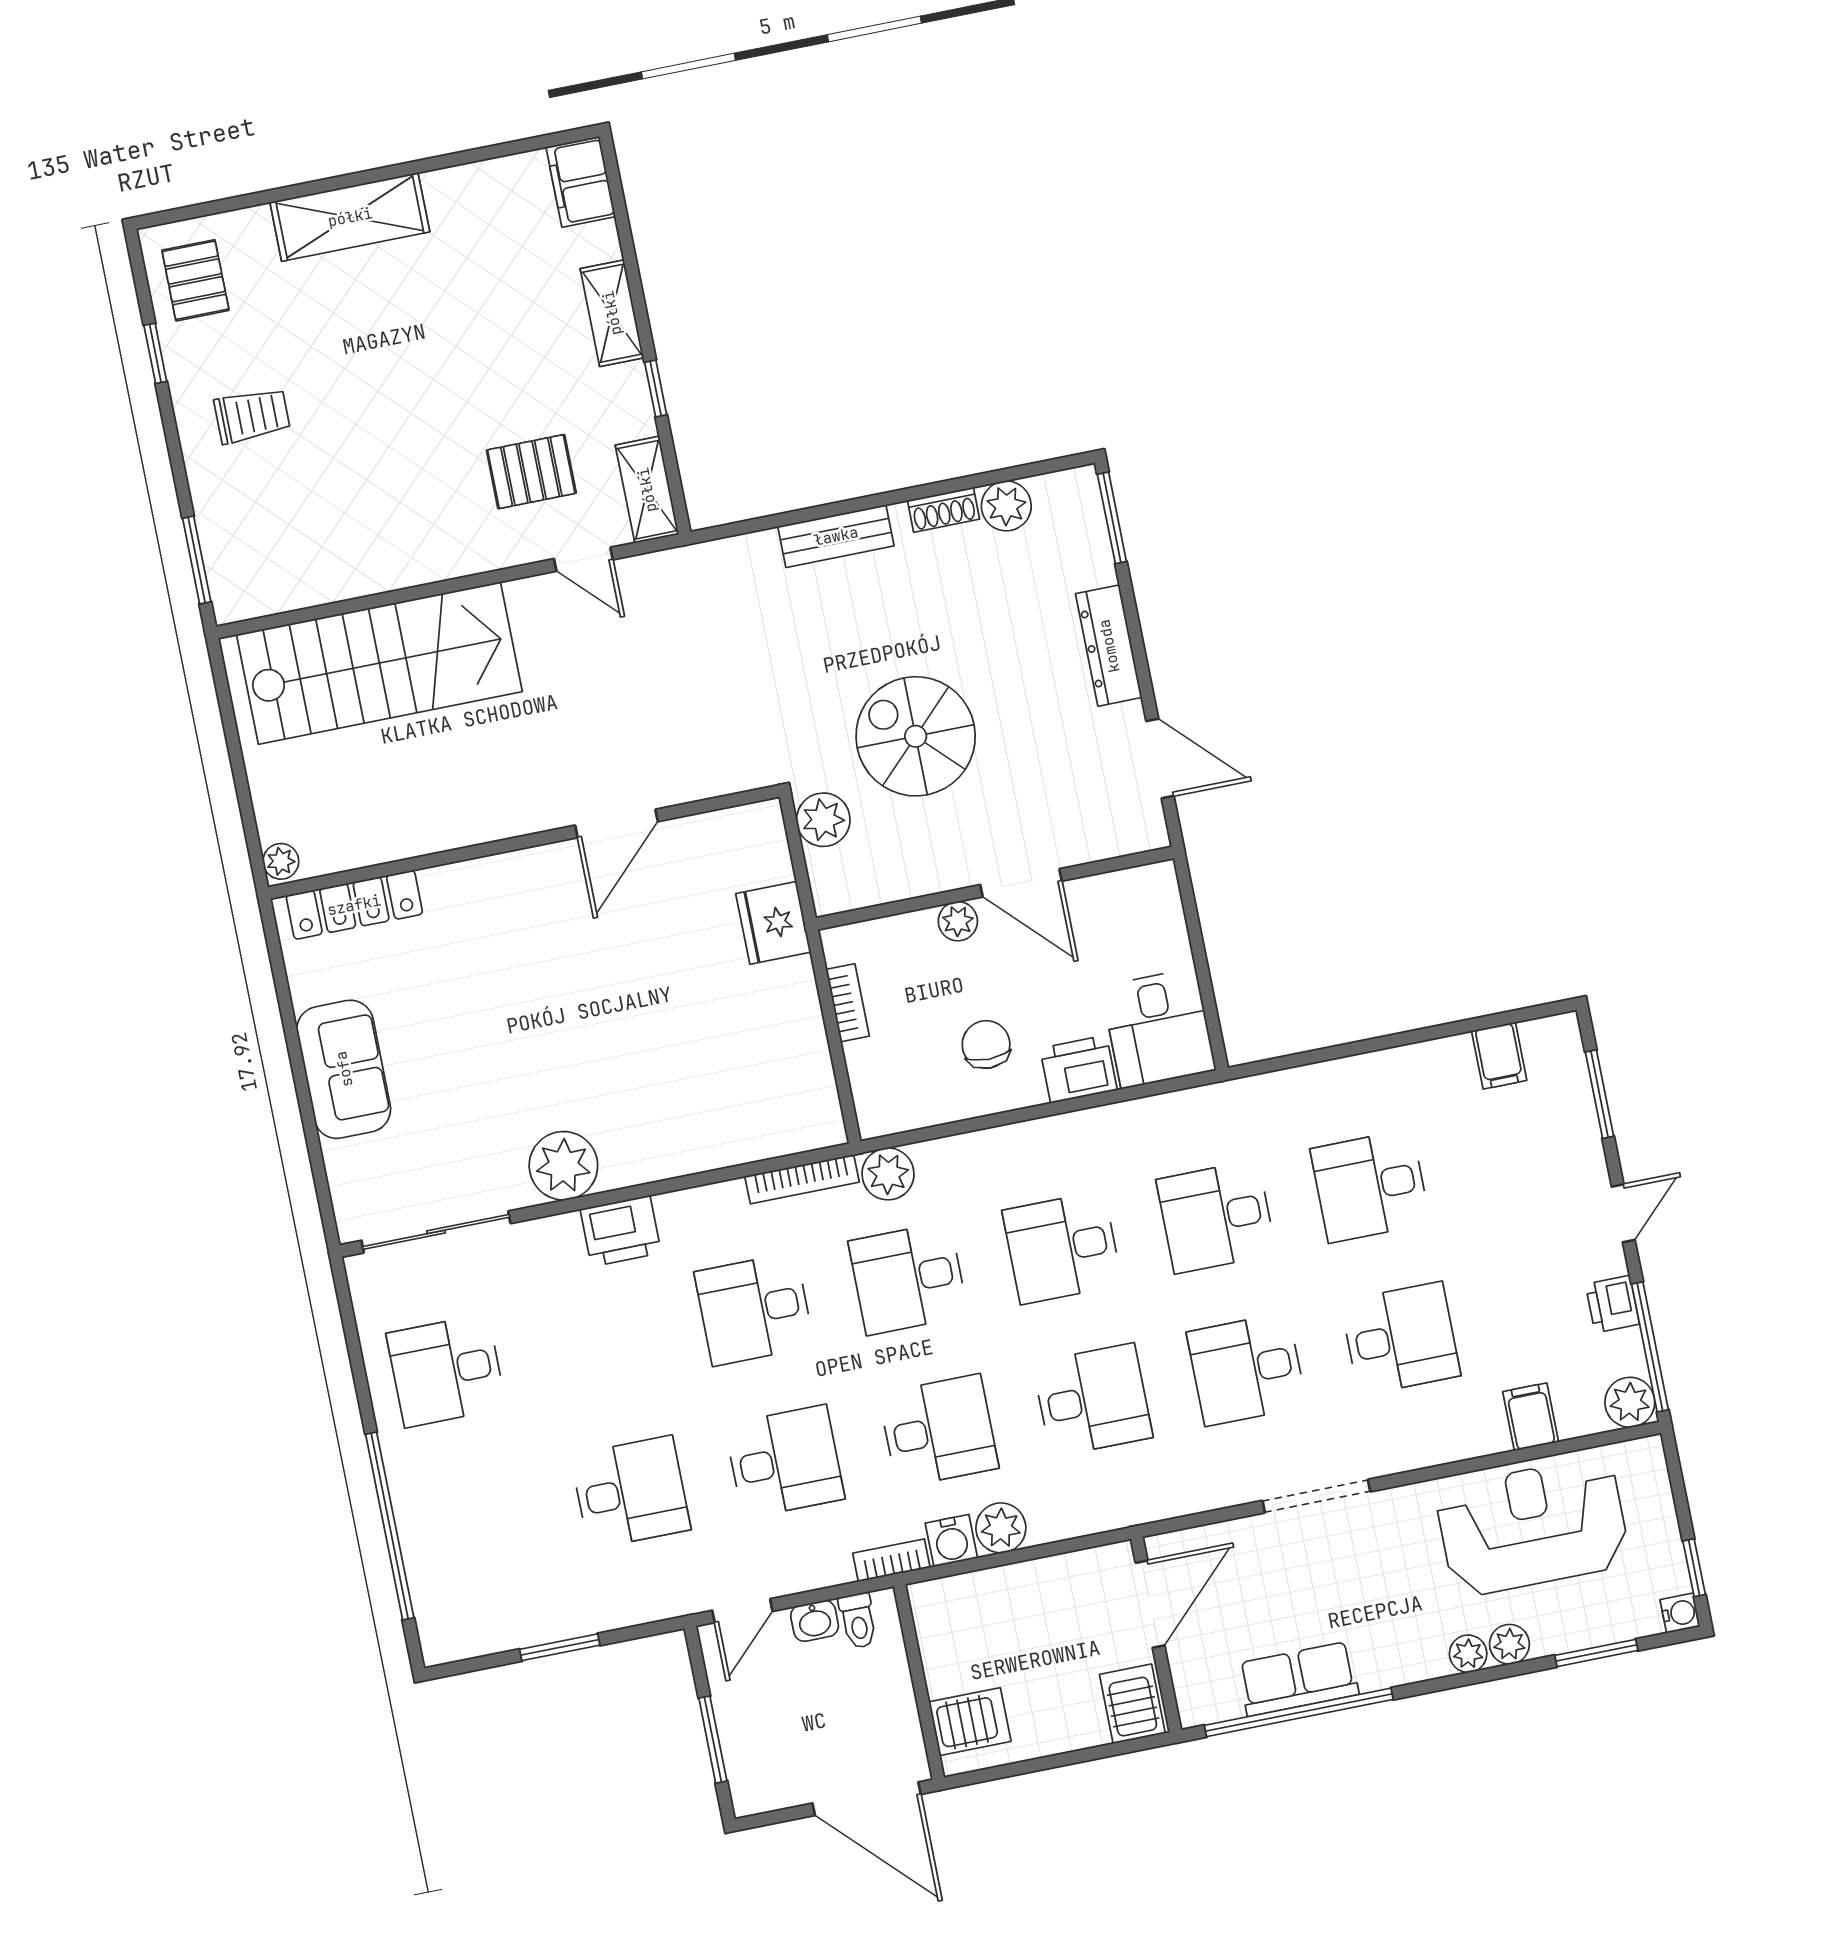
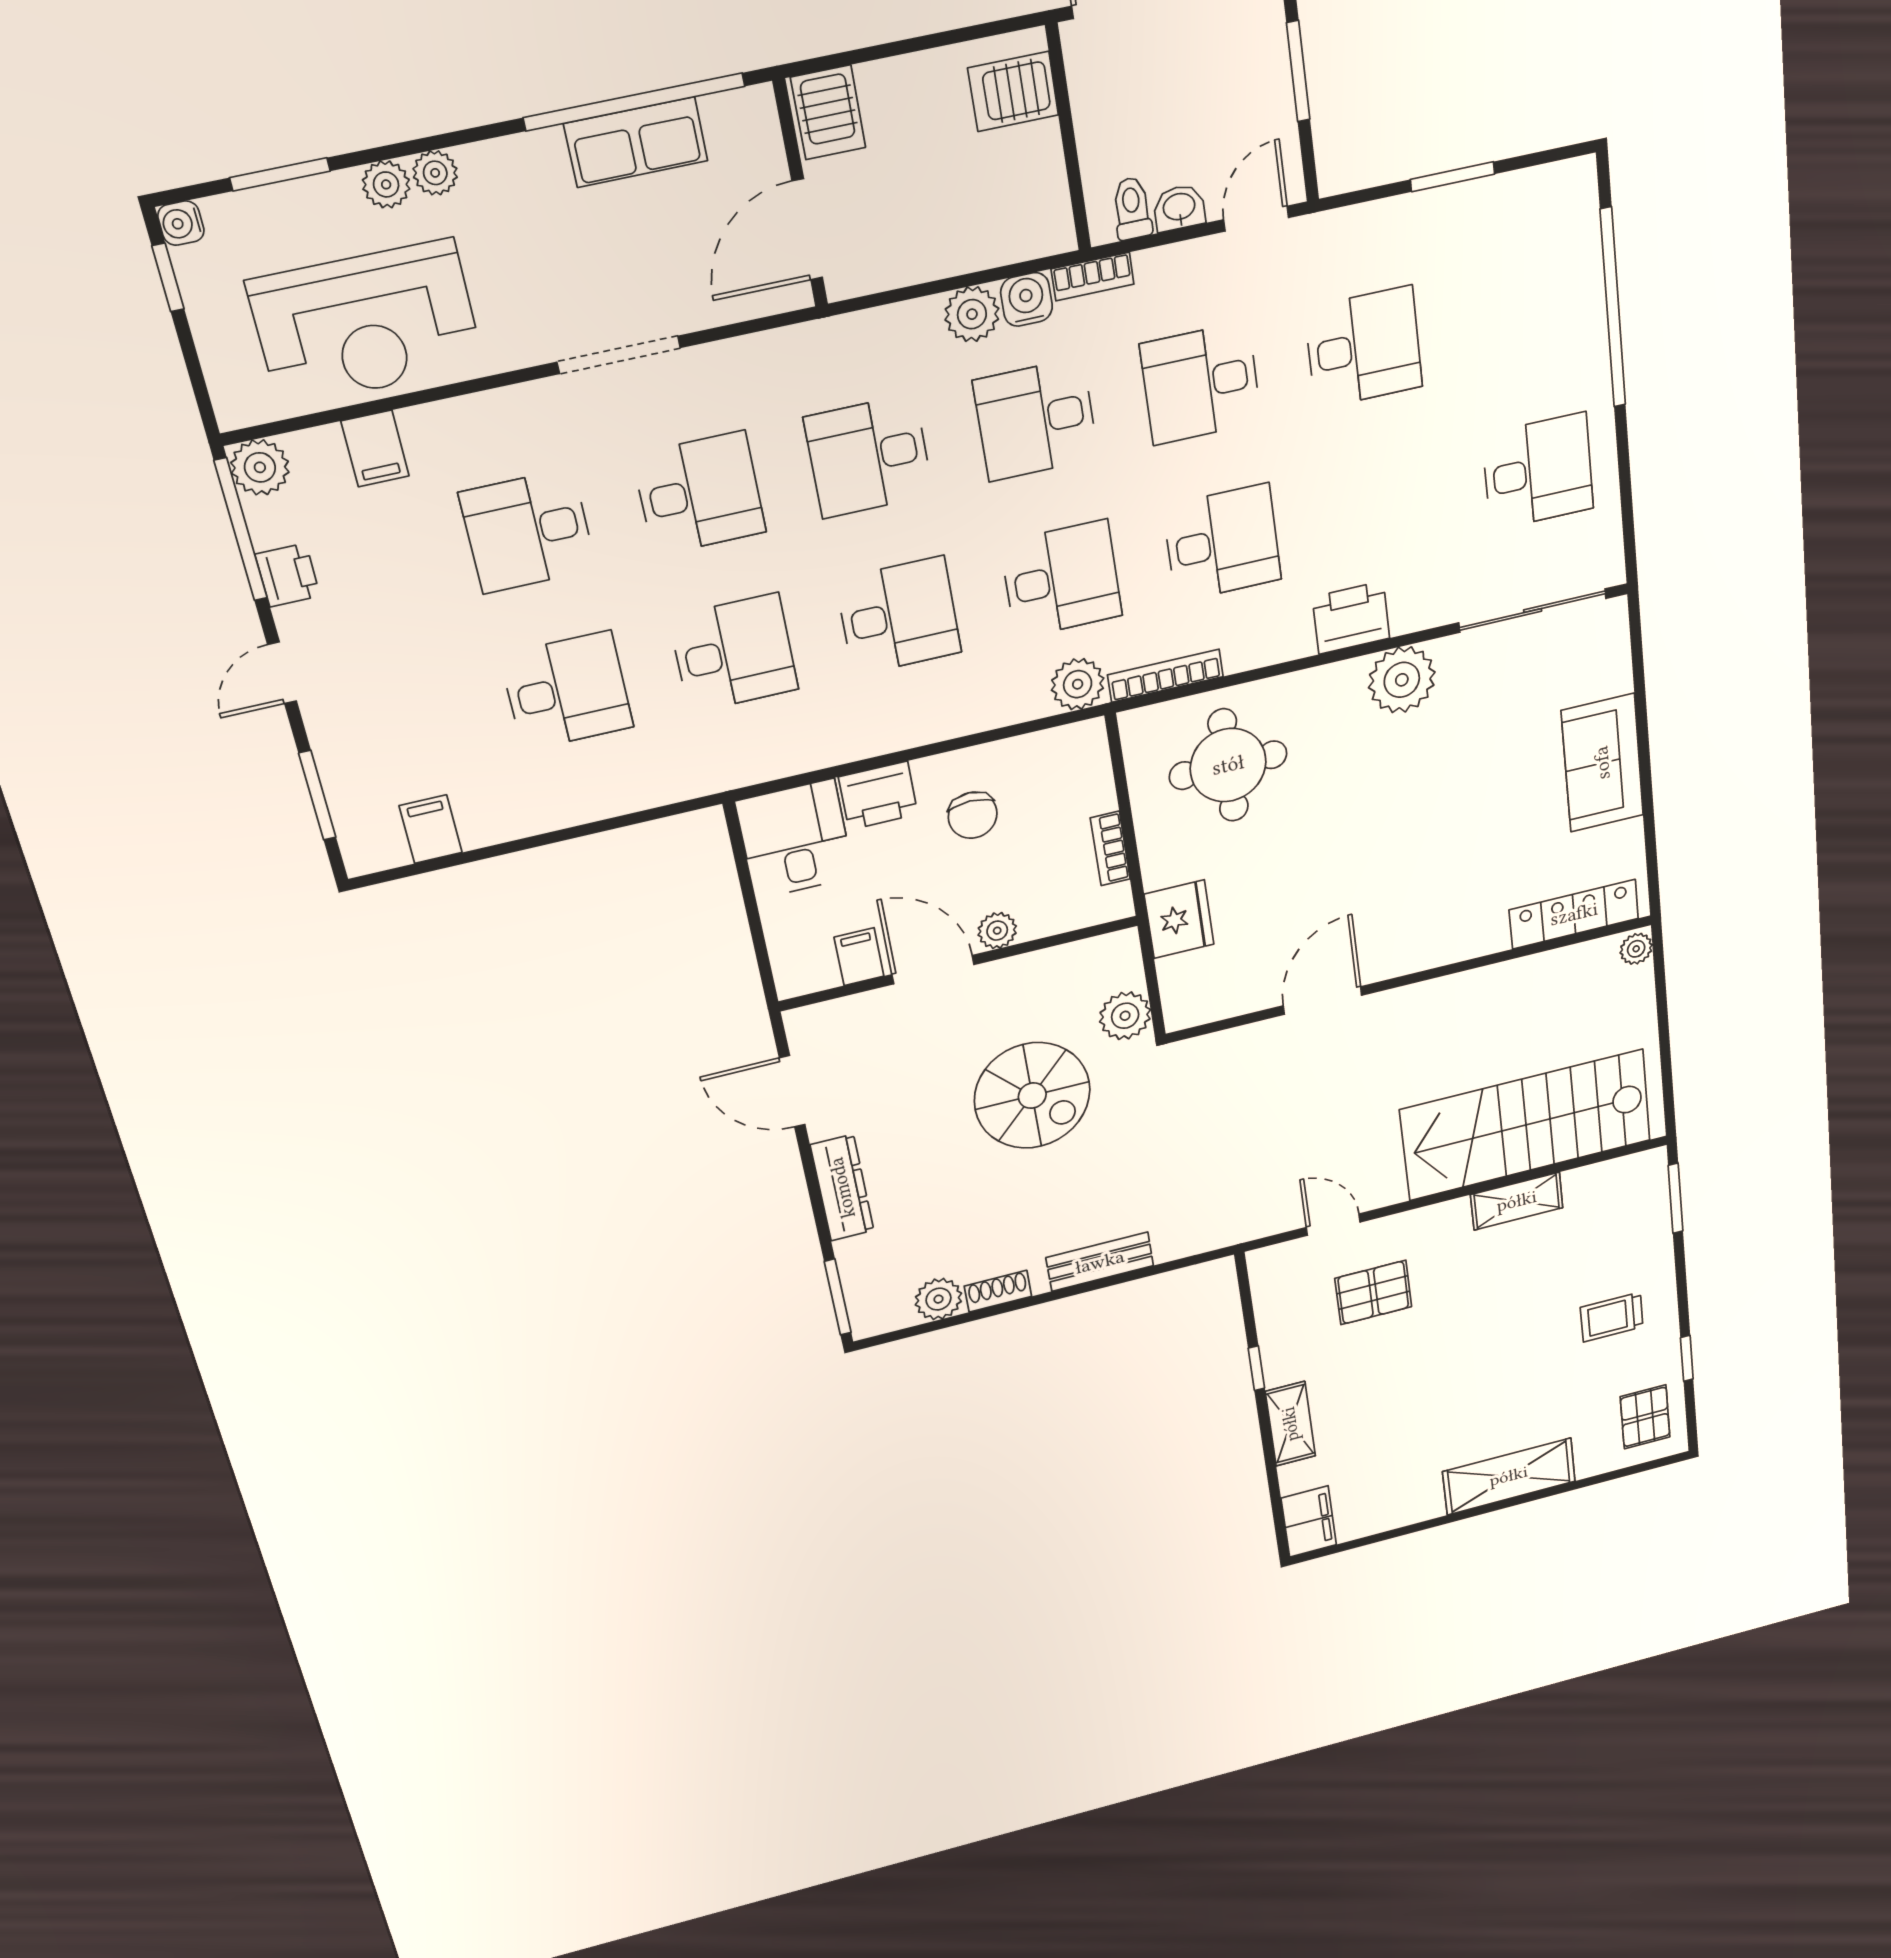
shelving: (647, 490) -> (1517, 1201), moved, turned 90
filing cabinet: (1095, 901) -> (859, 957), added
round table: (734, 1085) -> (1228, 765), added
desk: (631, 1492) -> (1364, 348), turned 180

